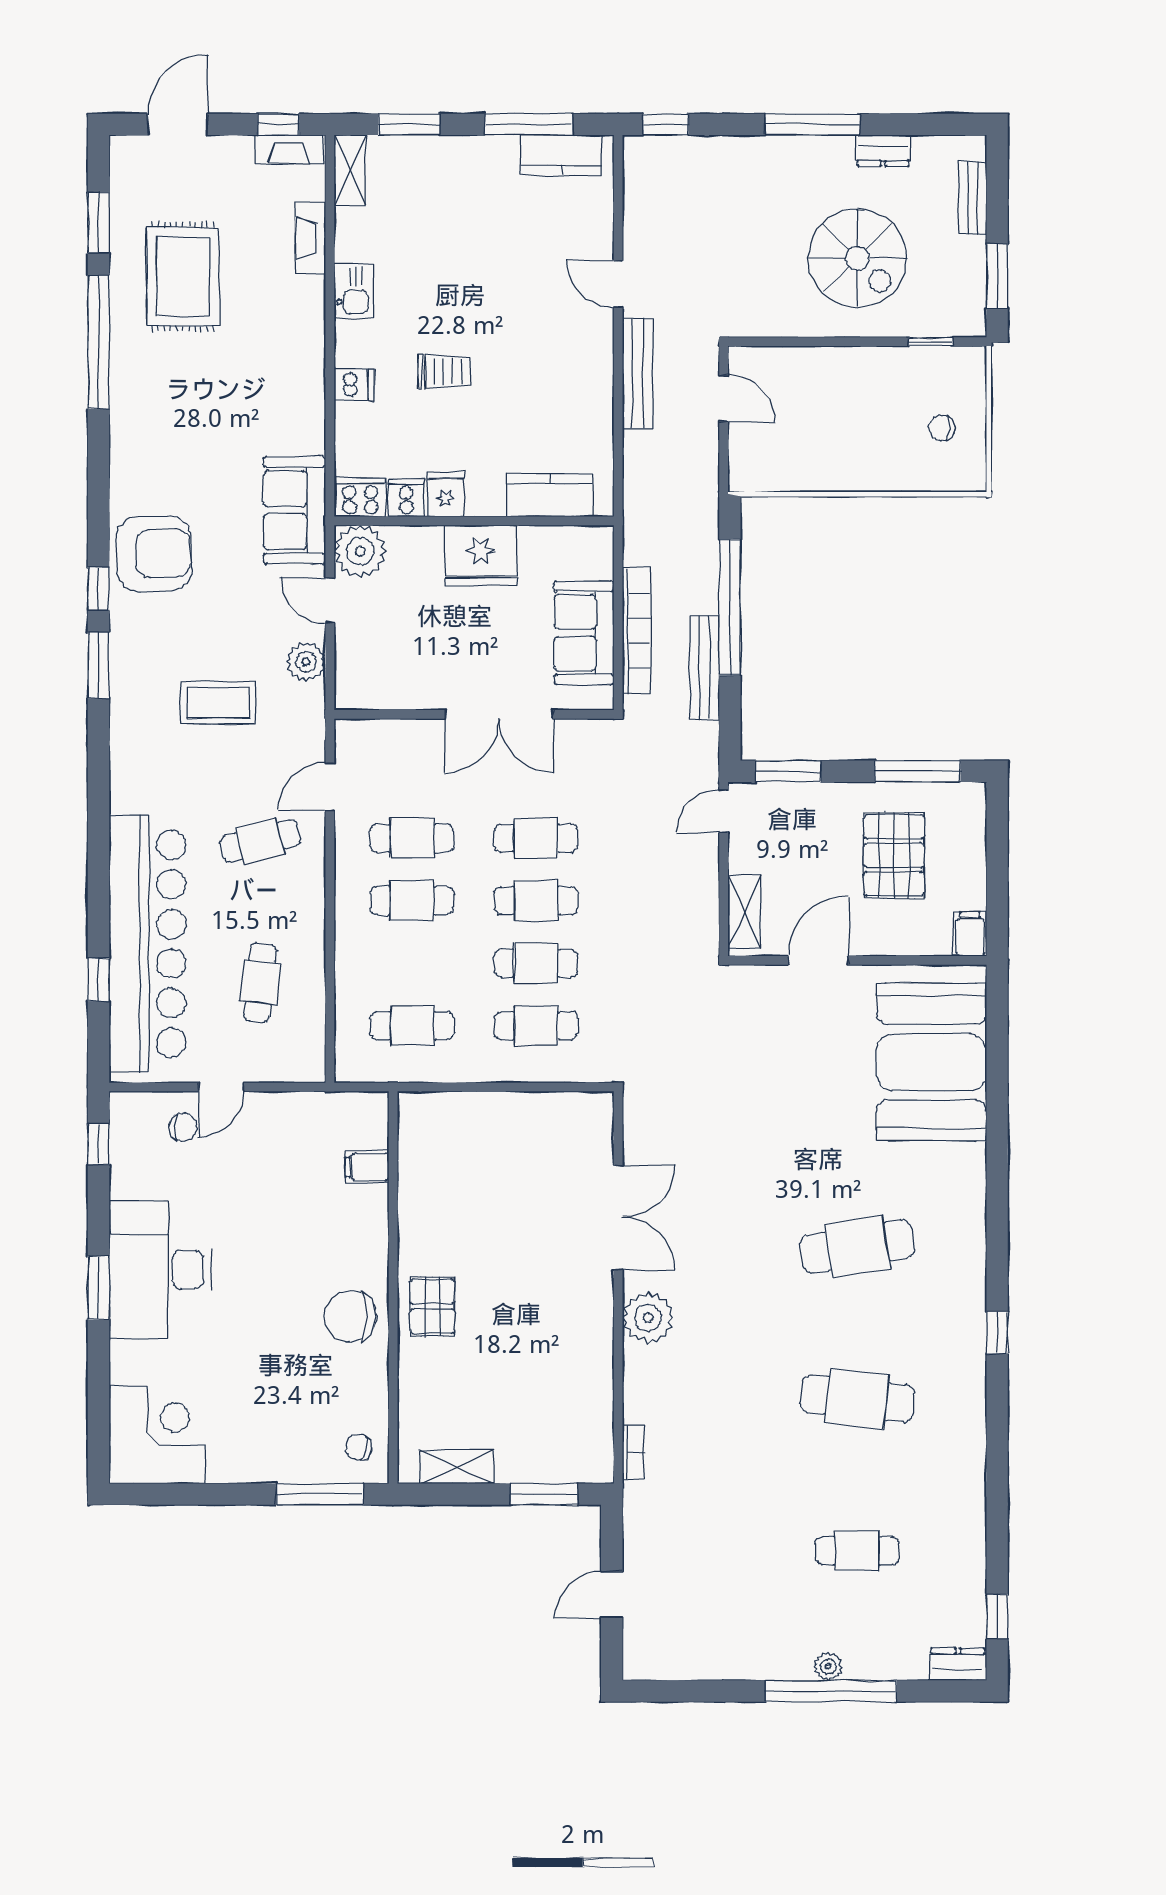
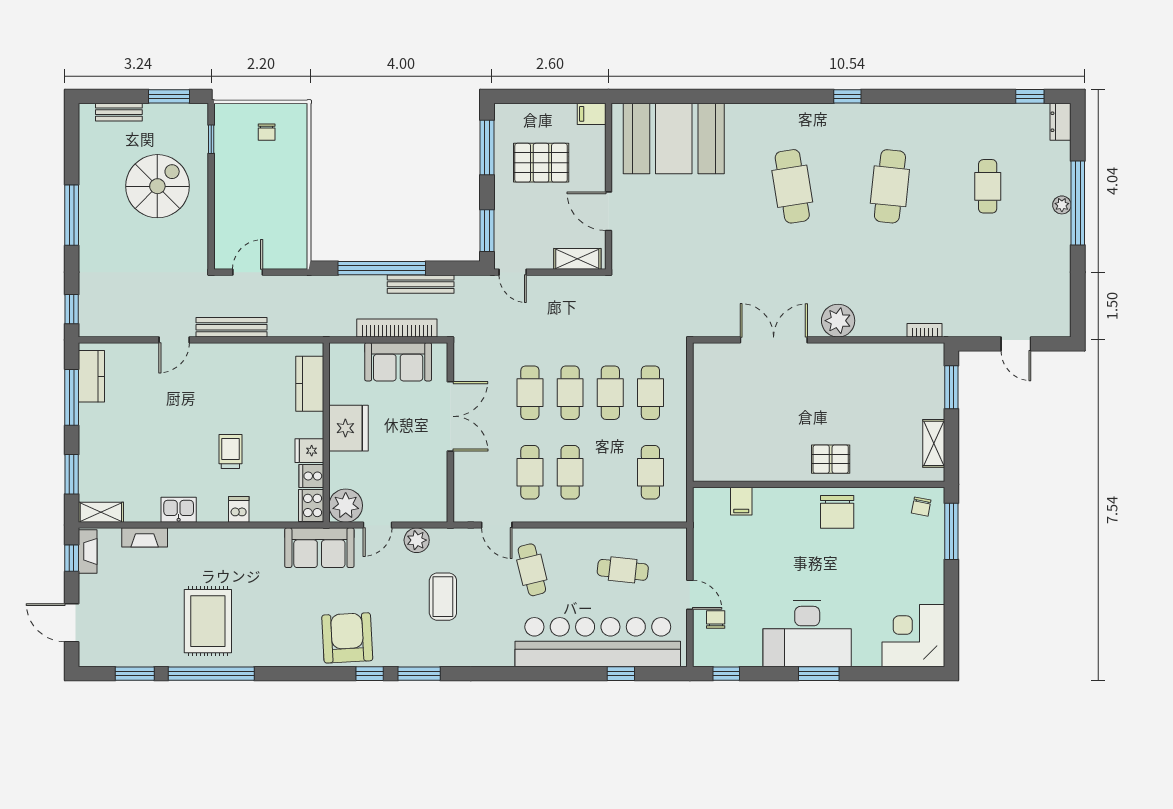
dresser: (883, 151) -> (88, 170), removed
rug: (183, 277) -> (208, 621), moved, turned 90

